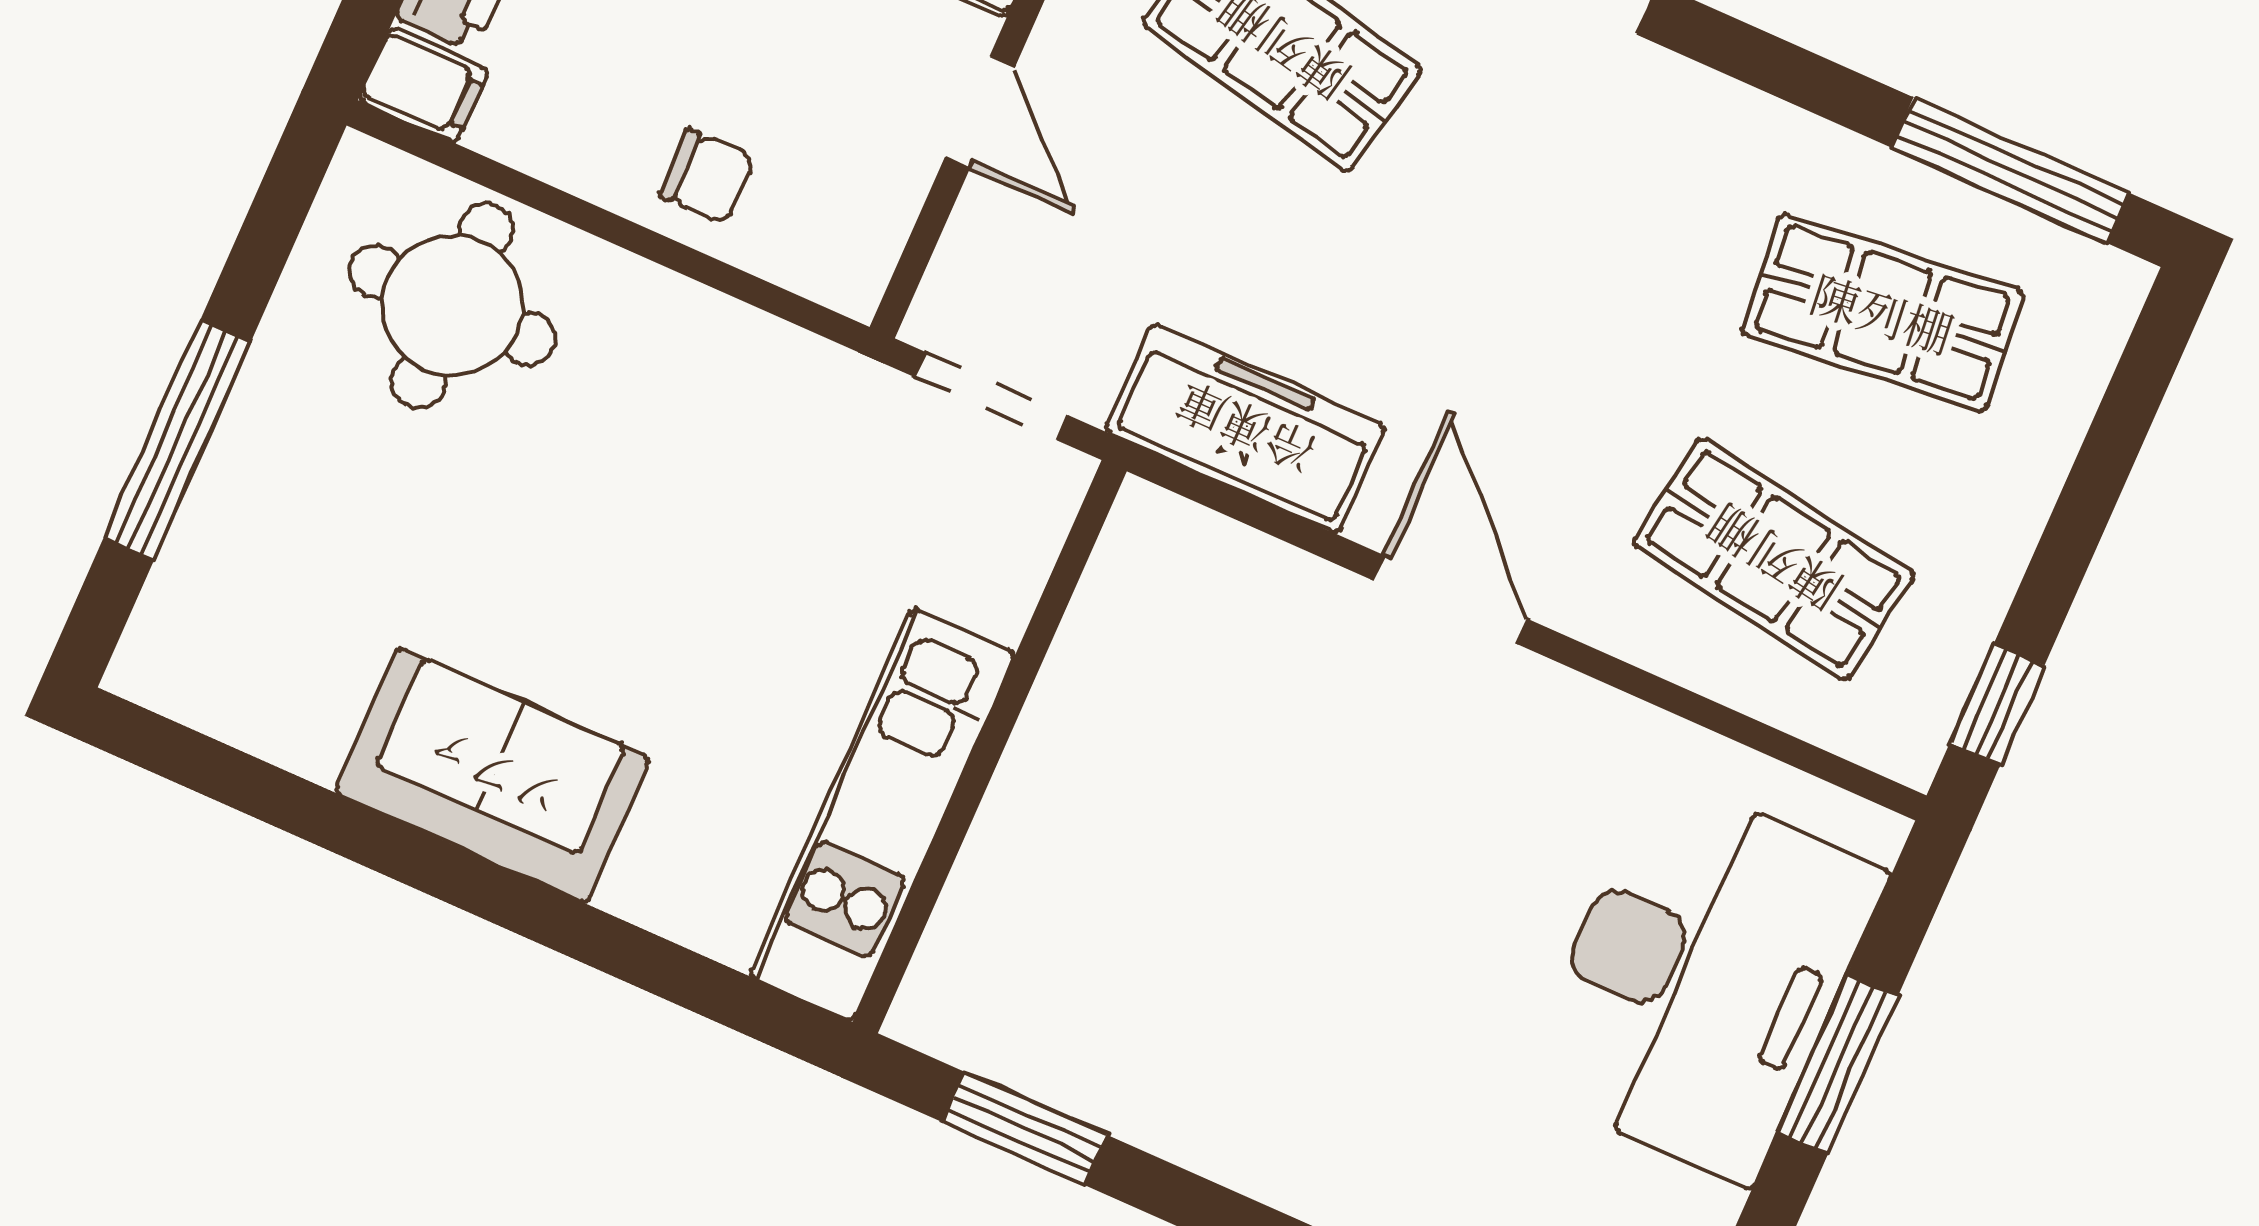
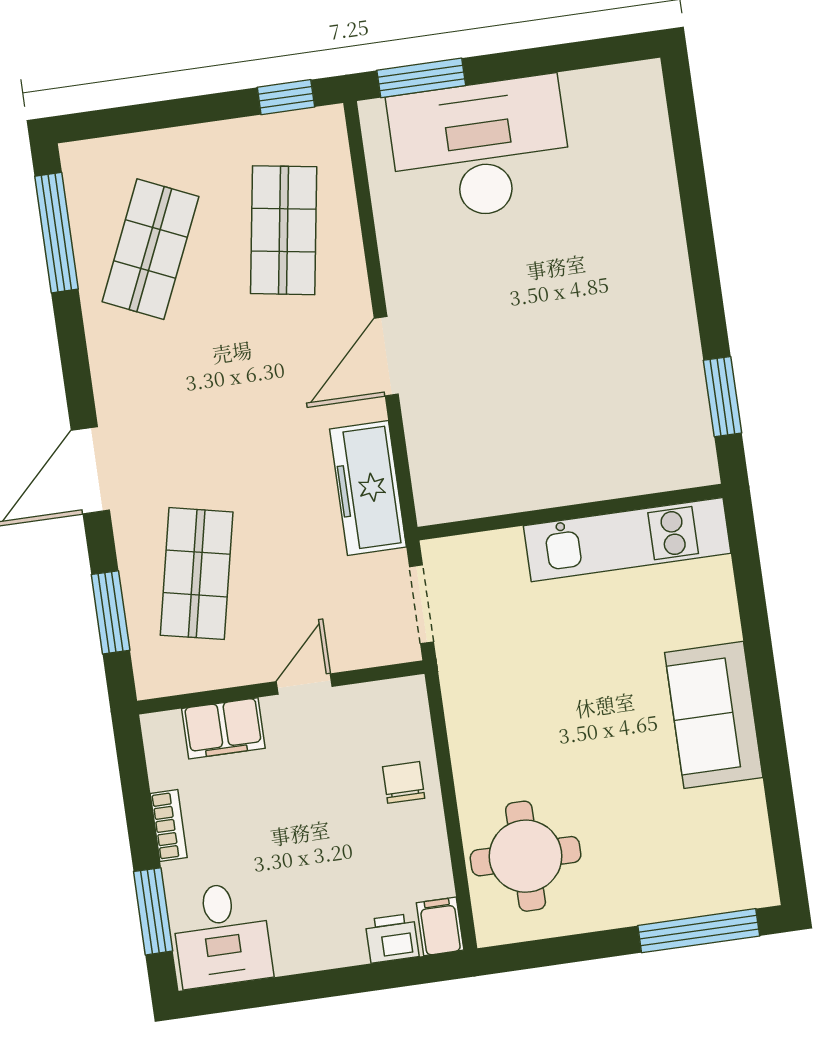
shop shelf: (1883, 312) -> (150, 249), turned 30
window: (177, 440) -> (699, 931), moved
window: (1838, 1064) -> (421, 78), moved

